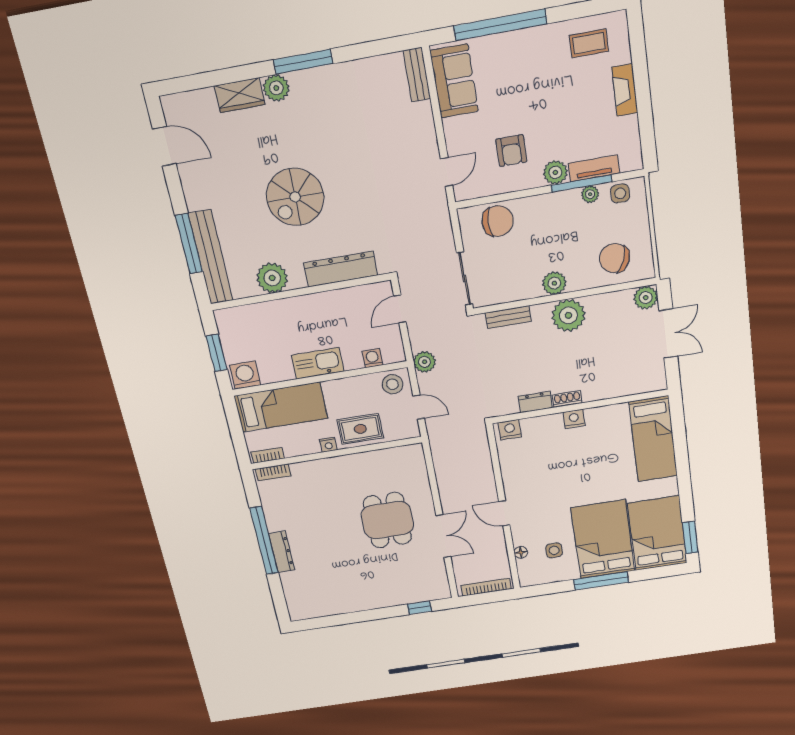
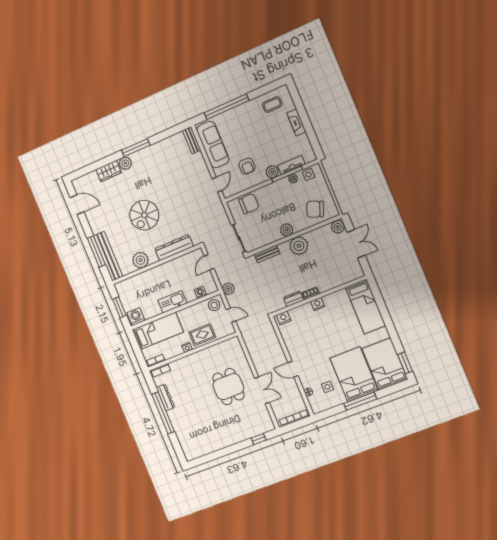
sofa: (454, 81) -> (213, 145), width x1.36
dresser: (282, 552) -> (165, 397), moved

